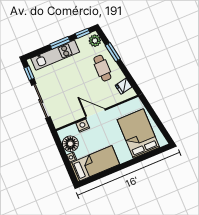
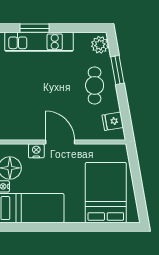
window: (83, 33) -> (88, 28), removed
window: (60, 43) -> (35, 28), moved

